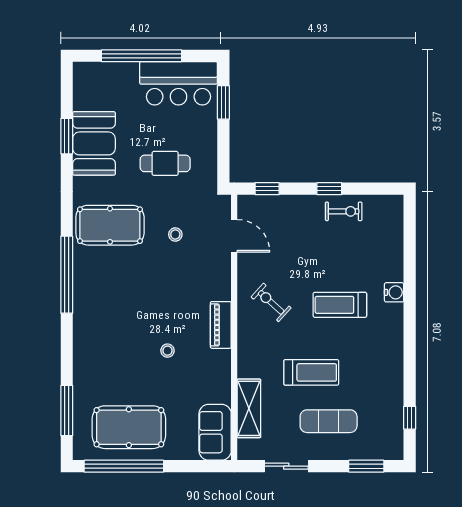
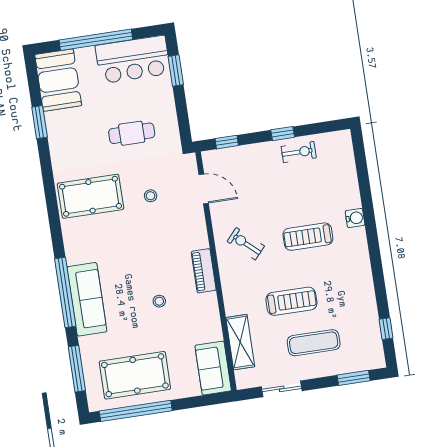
booth: (94, 143) -> (58, 80), moved
window: (67, 275) -> (65, 292), moved
sofa: (89, 337) -> (87, 299), added

